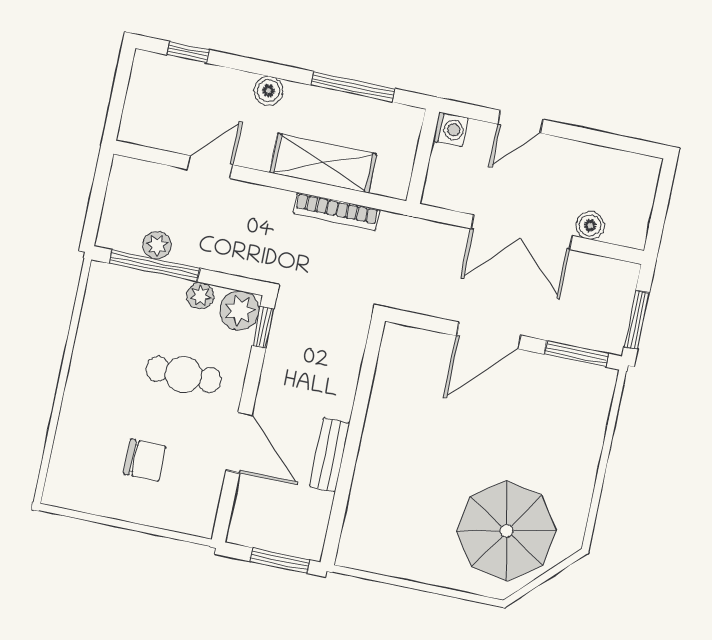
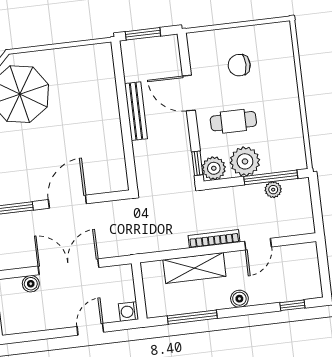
bookcase: (337, 211) -> (214, 239), moved
plant: (200, 296) -> (245, 161), width x1.88, depth x1.88
bench: (329, 455) -> (136, 111), width x1.36

